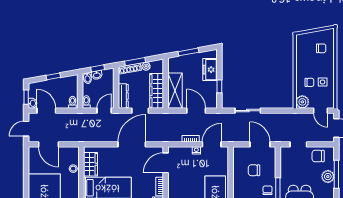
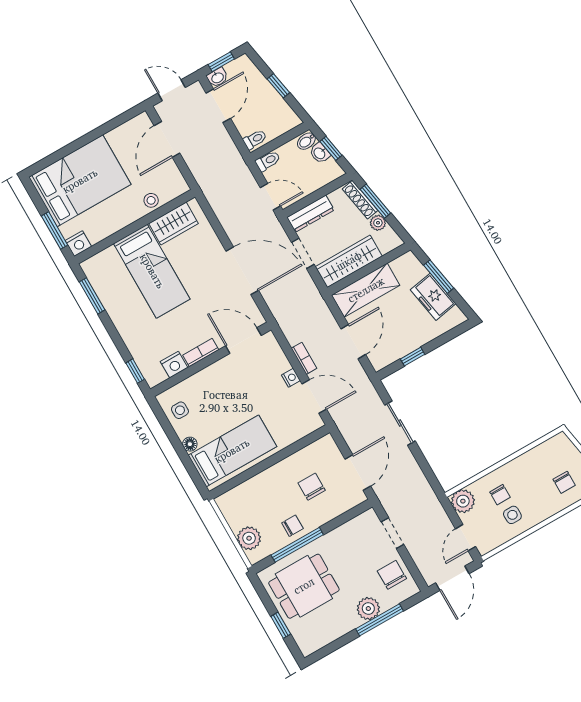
freezer: (210, 70) -> (433, 297), moved, turned -100

